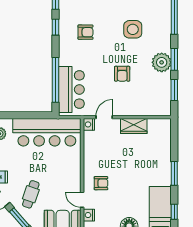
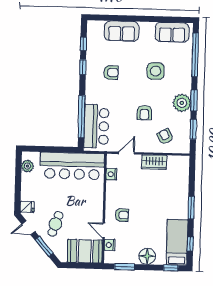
armchair: (145, 99) -> (165, 137), added
nightstand: (89, 124) -> (112, 174), moved

